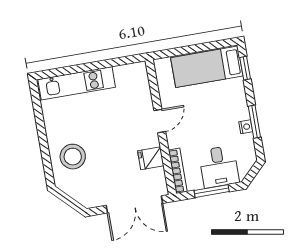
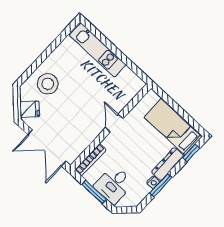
dresser: (239, 99) -> (168, 164), added
door: (160, 121) -> (114, 123), swing flipped
fridge: (151, 158) -> (30, 109), moved, turned 135

